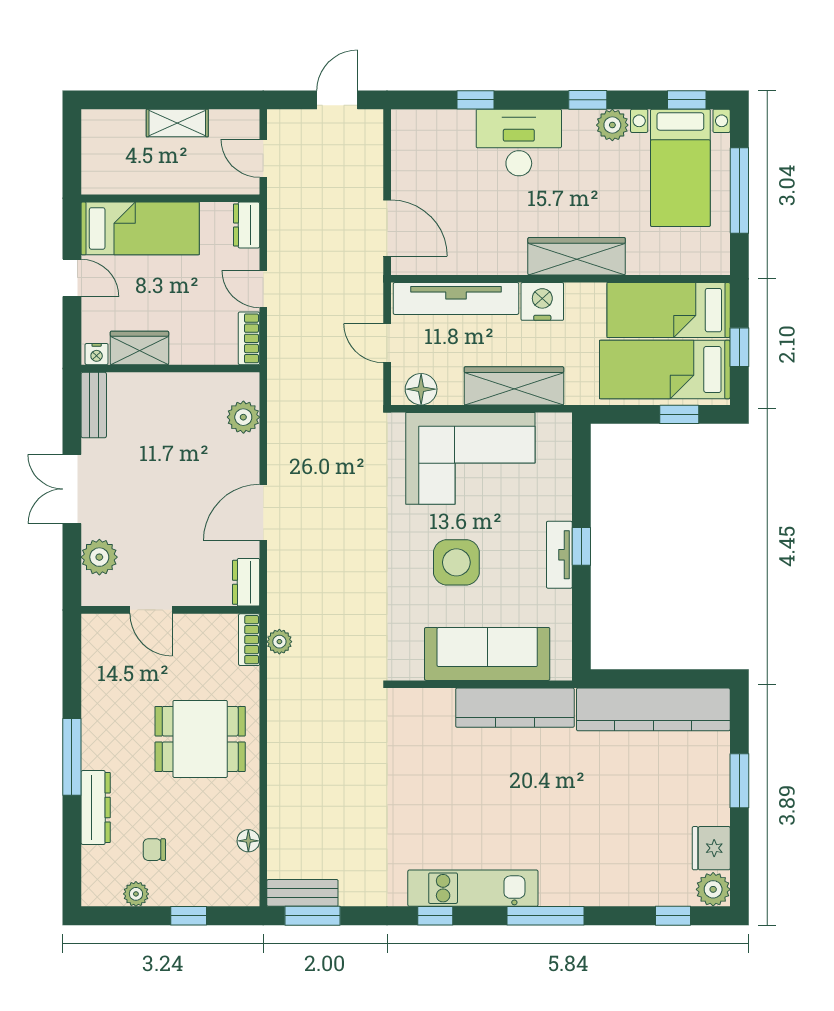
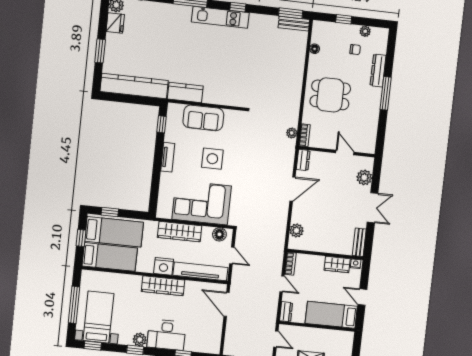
plant: (612, 125) -> (140, 340), moved
wardrobe: (577, 256) -> (163, 286), moved
window: (581, 546) -> (162, 124), moved
sofa: (487, 654) -> (203, 118), width x0.73
kitchen counter: (515, 708) -> (185, 92), width x0.67

